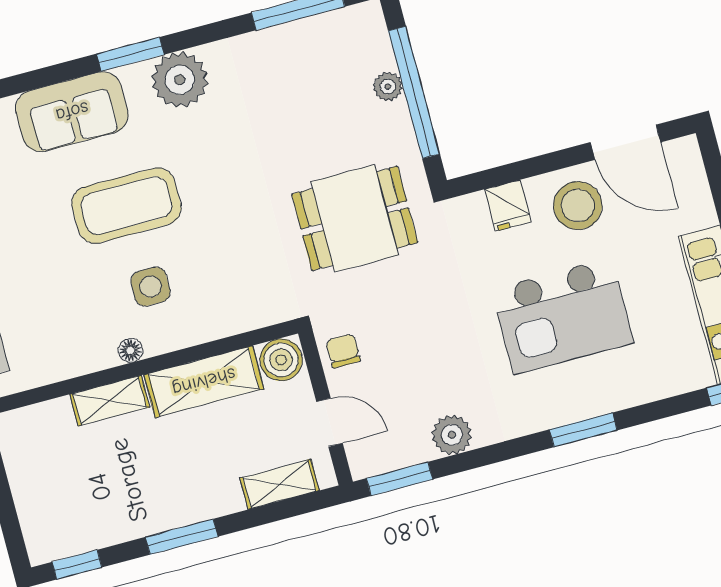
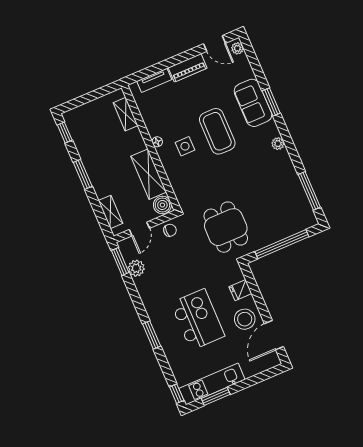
window: (130, 54) -> (271, 102), moved
plant: (180, 80) -> (278, 144), width x0.53, depth x0.53
plant: (388, 87) -> (283, 233), removed
kitchen island: (563, 316) -> (198, 320), turned 180
shelving: (110, 401) -> (126, 114), moved
plant: (452, 435) -> (136, 268), moved

